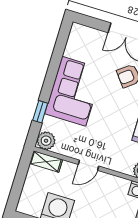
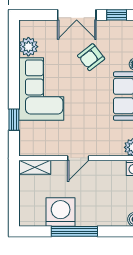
plant: (46, 141) -> (28, 47), moved

